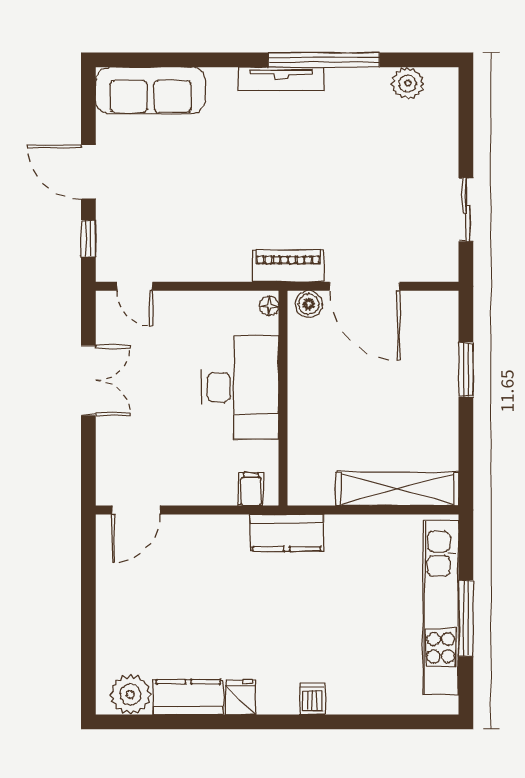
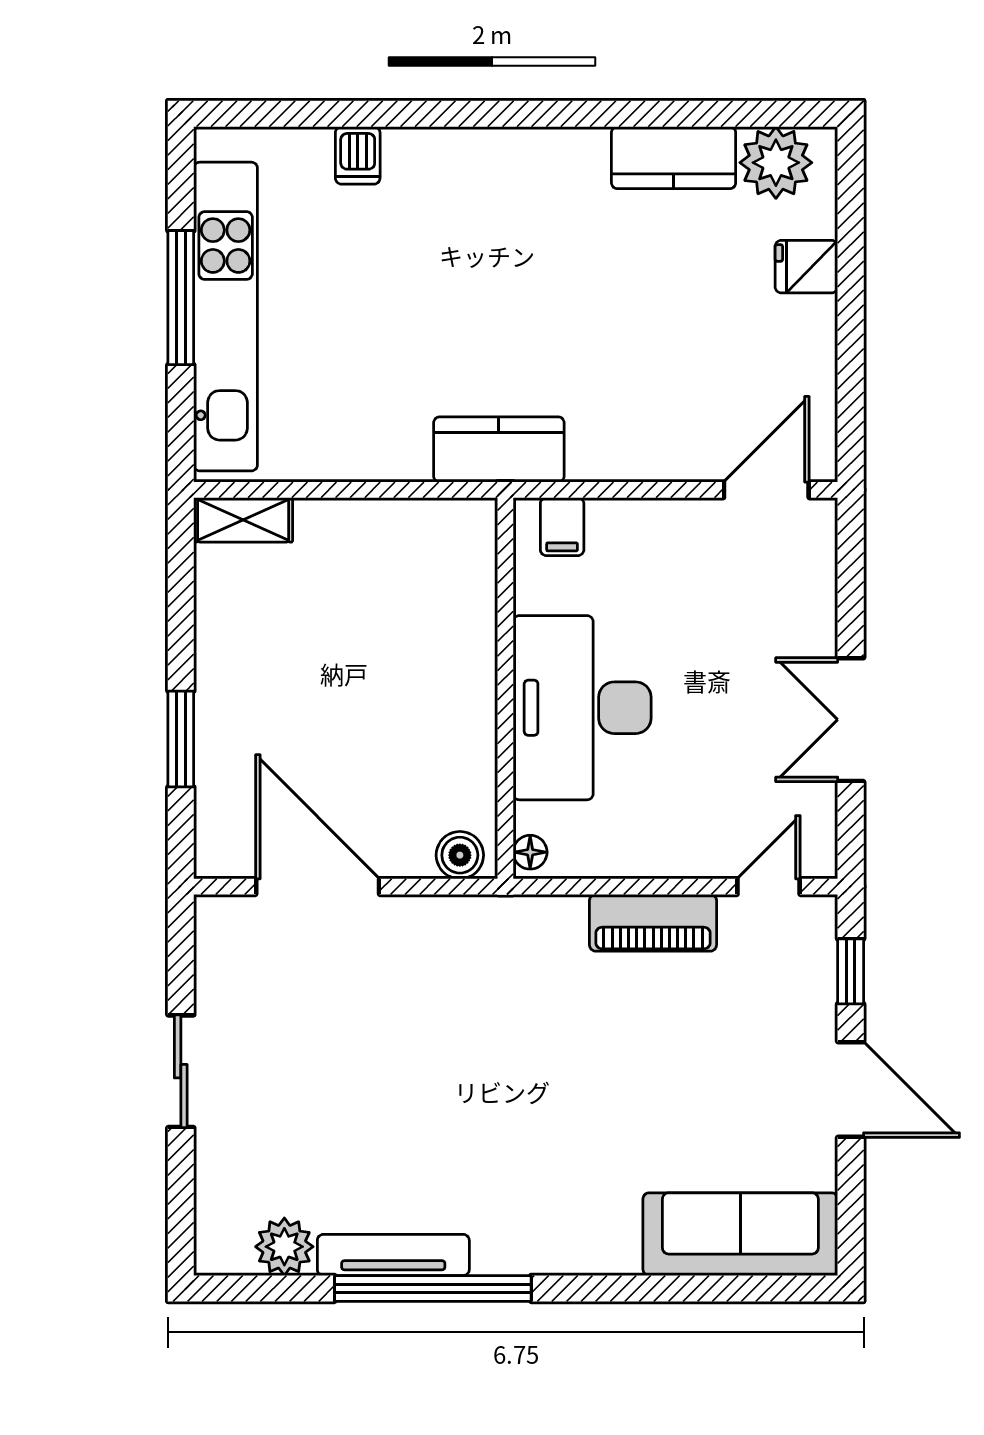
tv unit: (281, 79) -> (393, 1255), moved
sliding door: (466, 210) -> (181, 1071), moved
piano: (288, 266) -> (653, 923), moved
door: (135, 286) -> (769, 887), hinge flipped
door: (365, 286) -> (318, 887), moved
shelving: (397, 489) -> (243, 520), width x0.45, depth x0.75
fridge: (240, 697) -> (806, 267), moved, turned 90
dishwasher: (312, 698) -> (358, 155), moved

